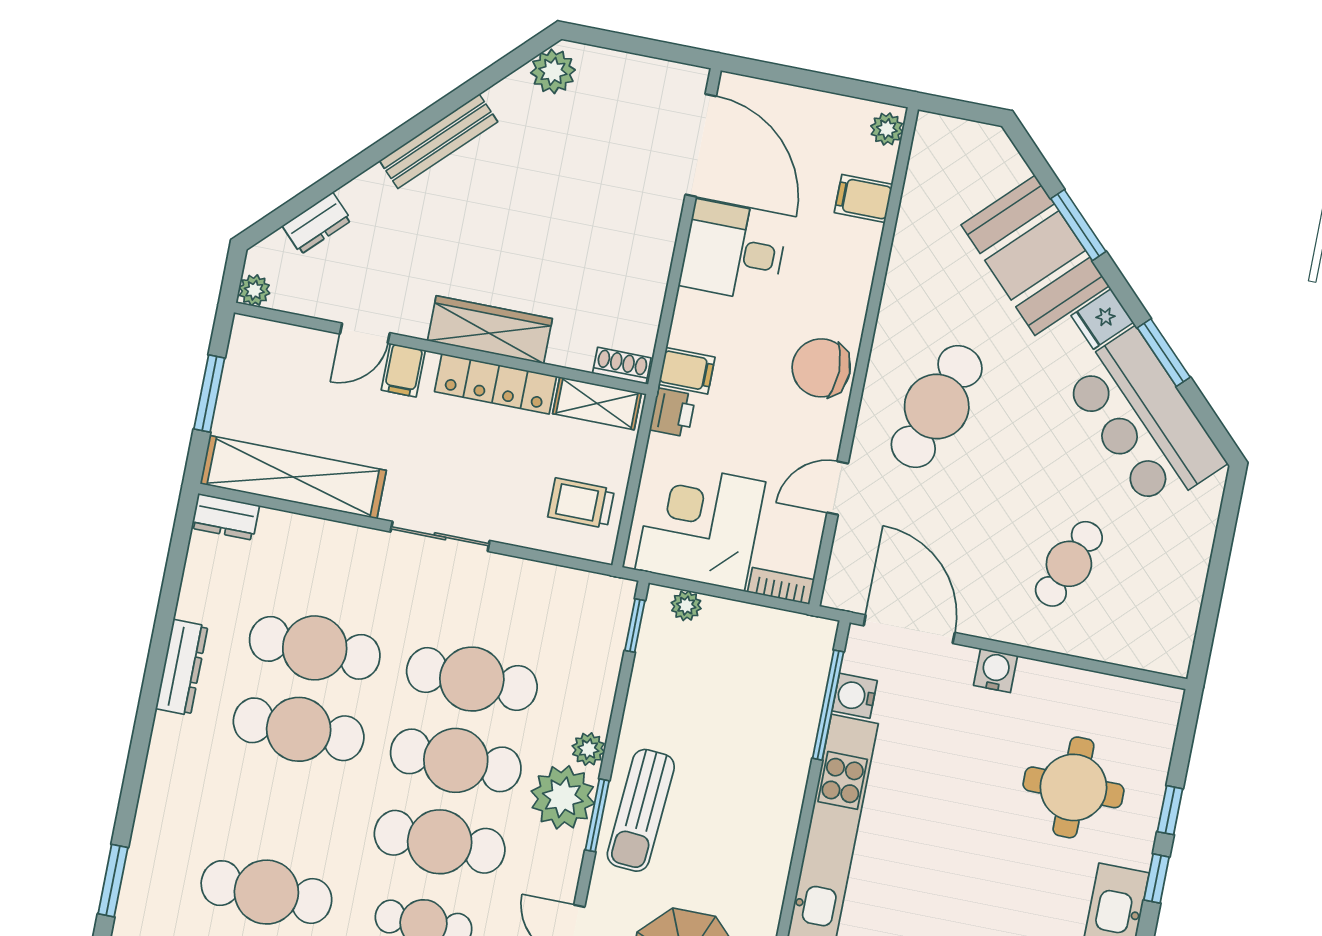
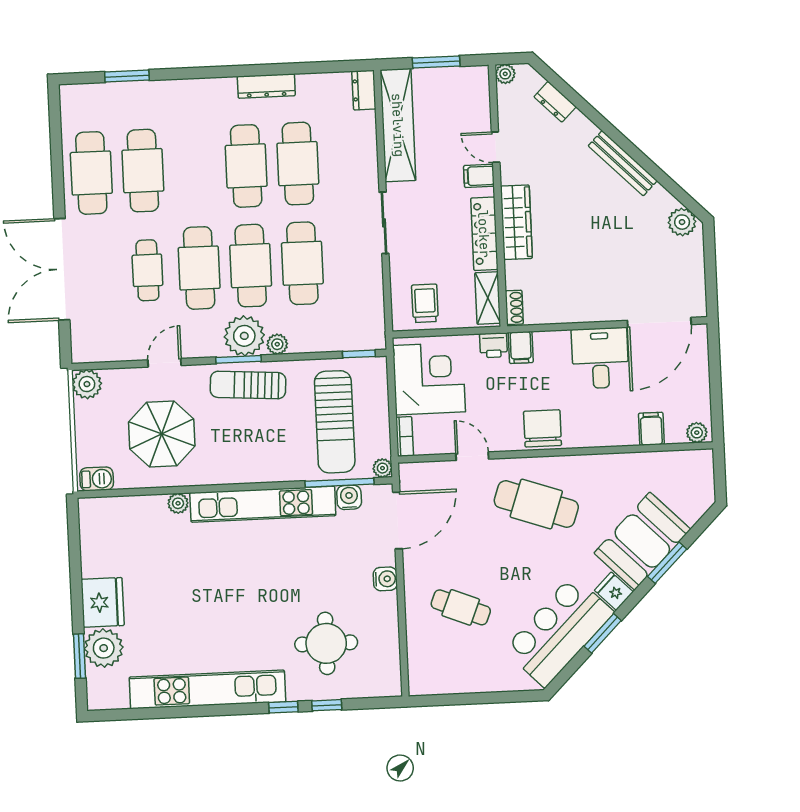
plant: (686, 606) -> (382, 468), moved
sun lounger: (731, 689) -> (335, 422), added

